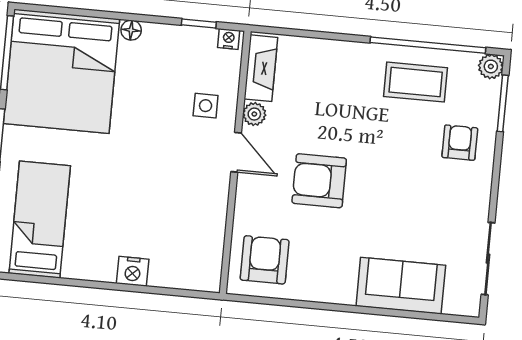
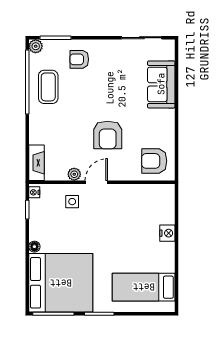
fireplace: (261, 68) -> (36, 163), moved, turned 90

